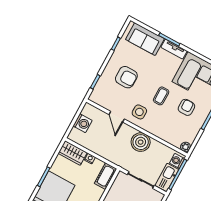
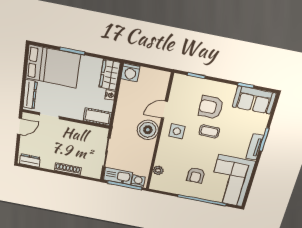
sofa: (145, 39) -> (254, 100), moved, turned -90
armchair: (126, 77) -> (211, 107), turned 90
coffee table: (161, 96) -> (209, 131), moved
armchair: (186, 107) -> (196, 175), turned 90
washing machine: (83, 123) -> (130, 73), moved
boiler: (141, 142) -> (148, 130), moved
plant: (186, 147) -> (158, 170), moved

